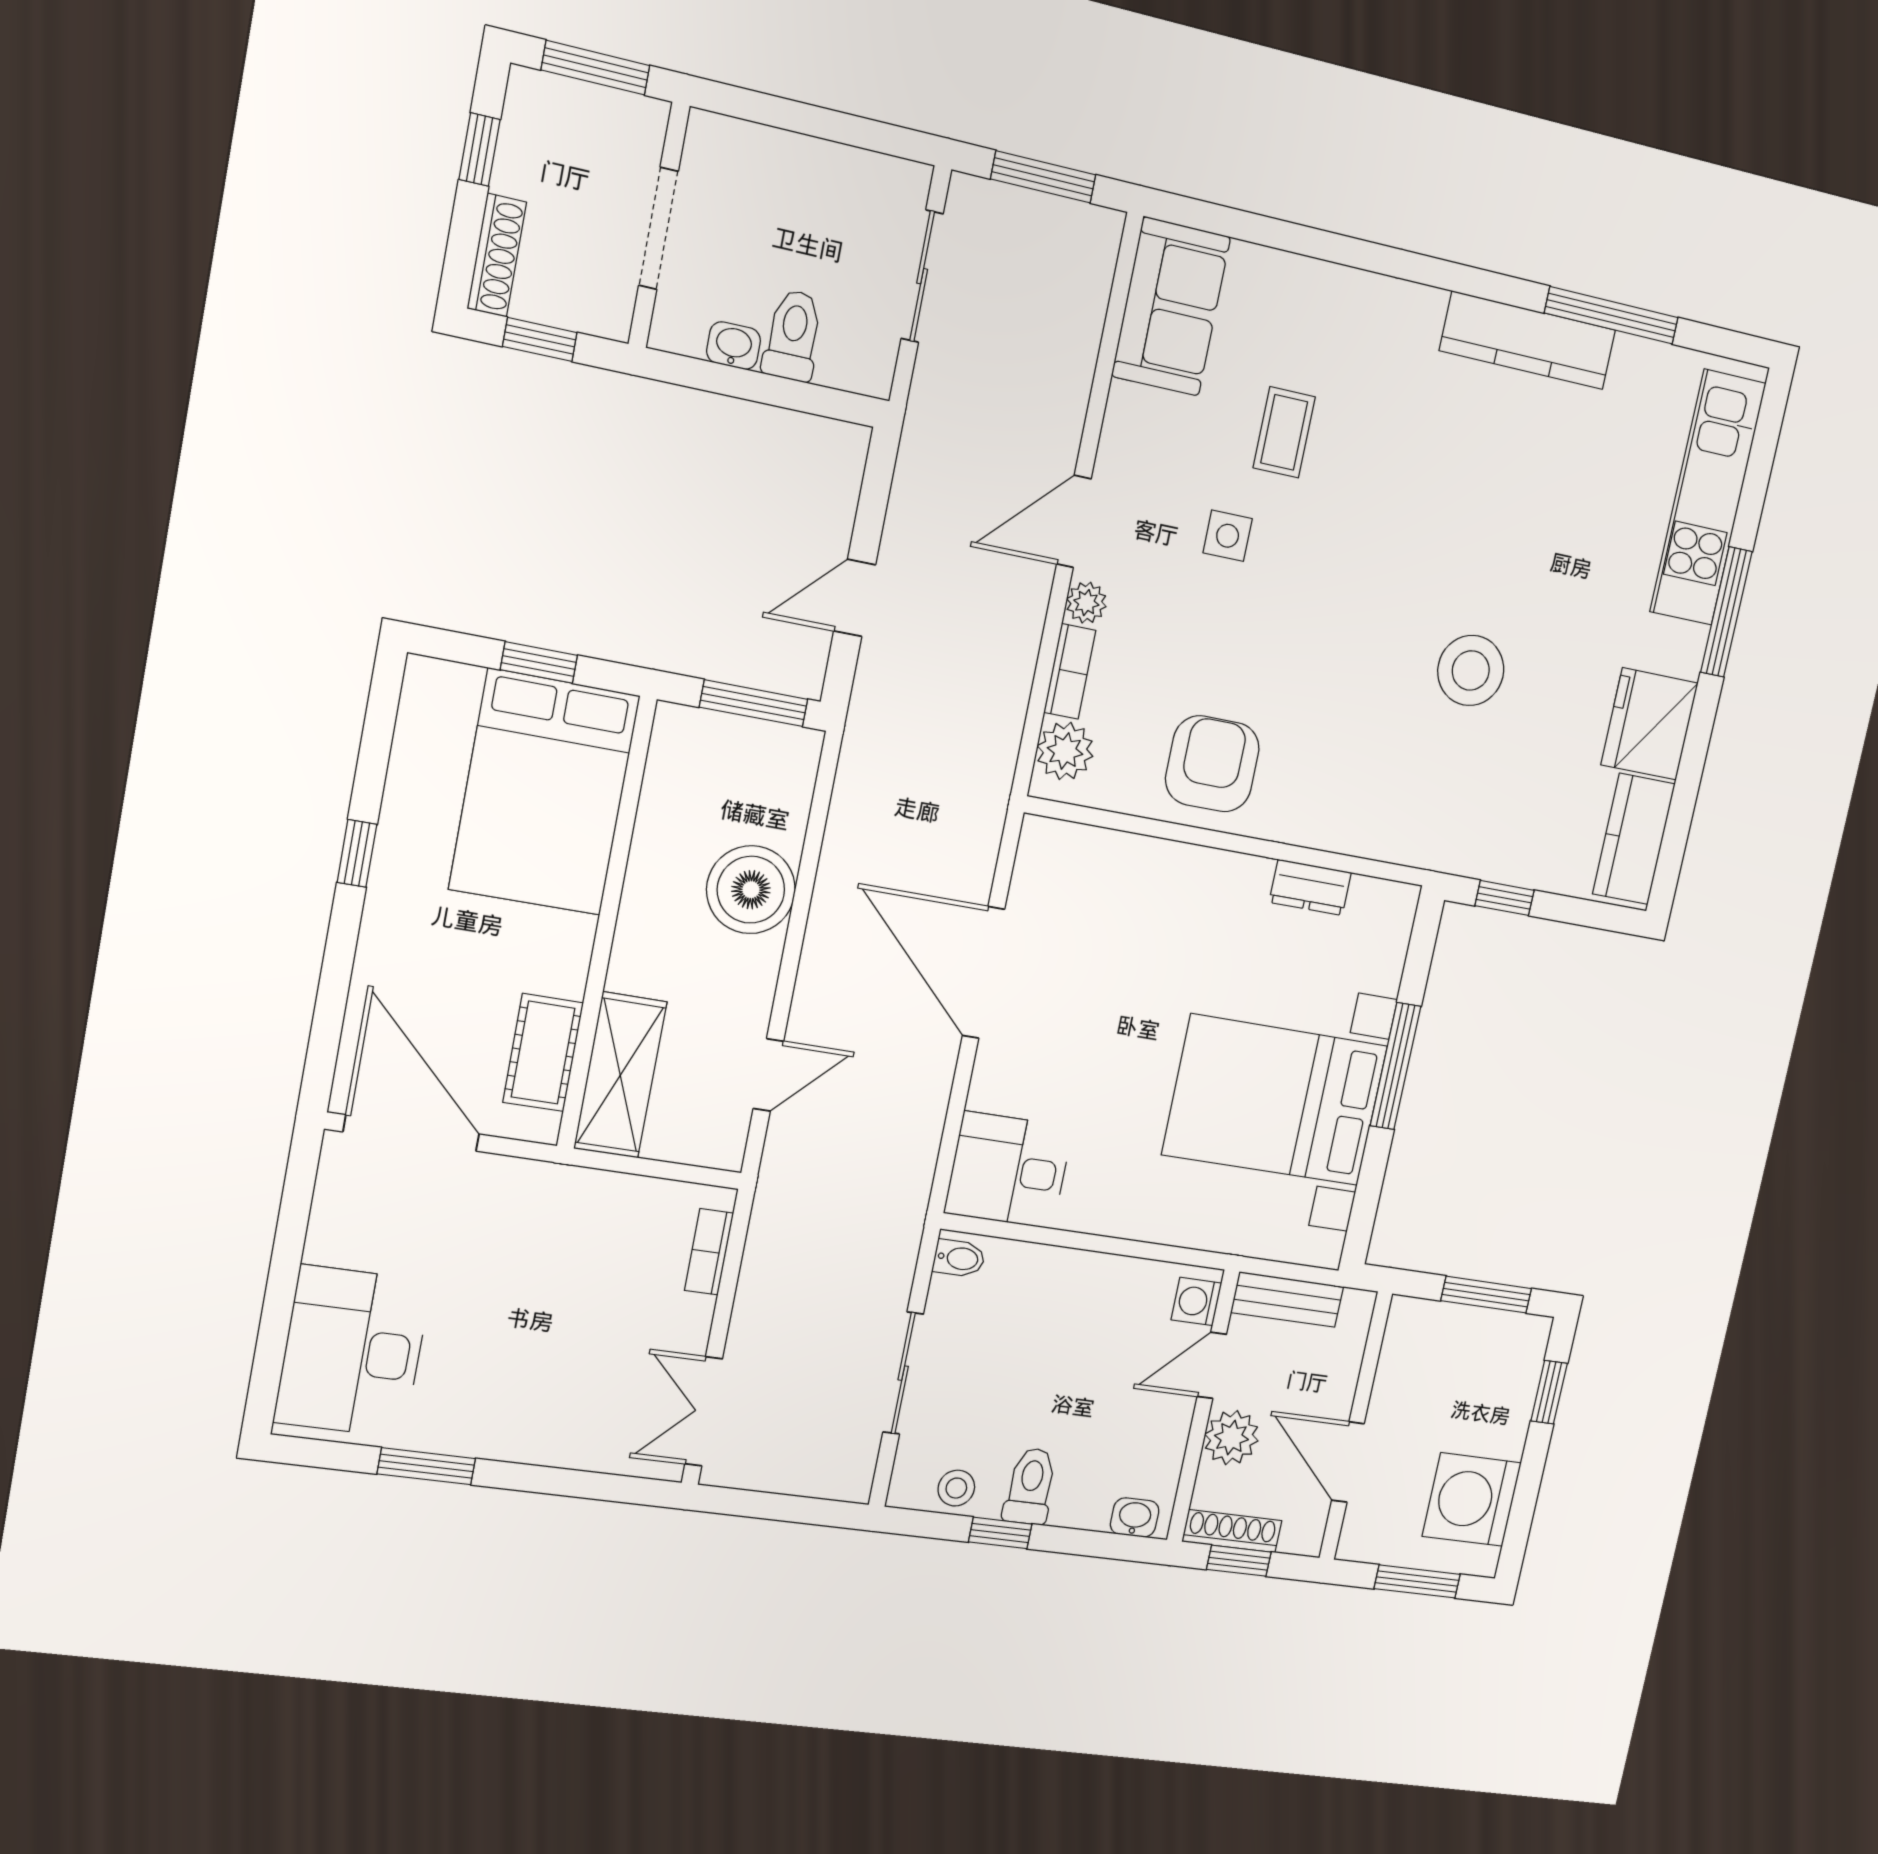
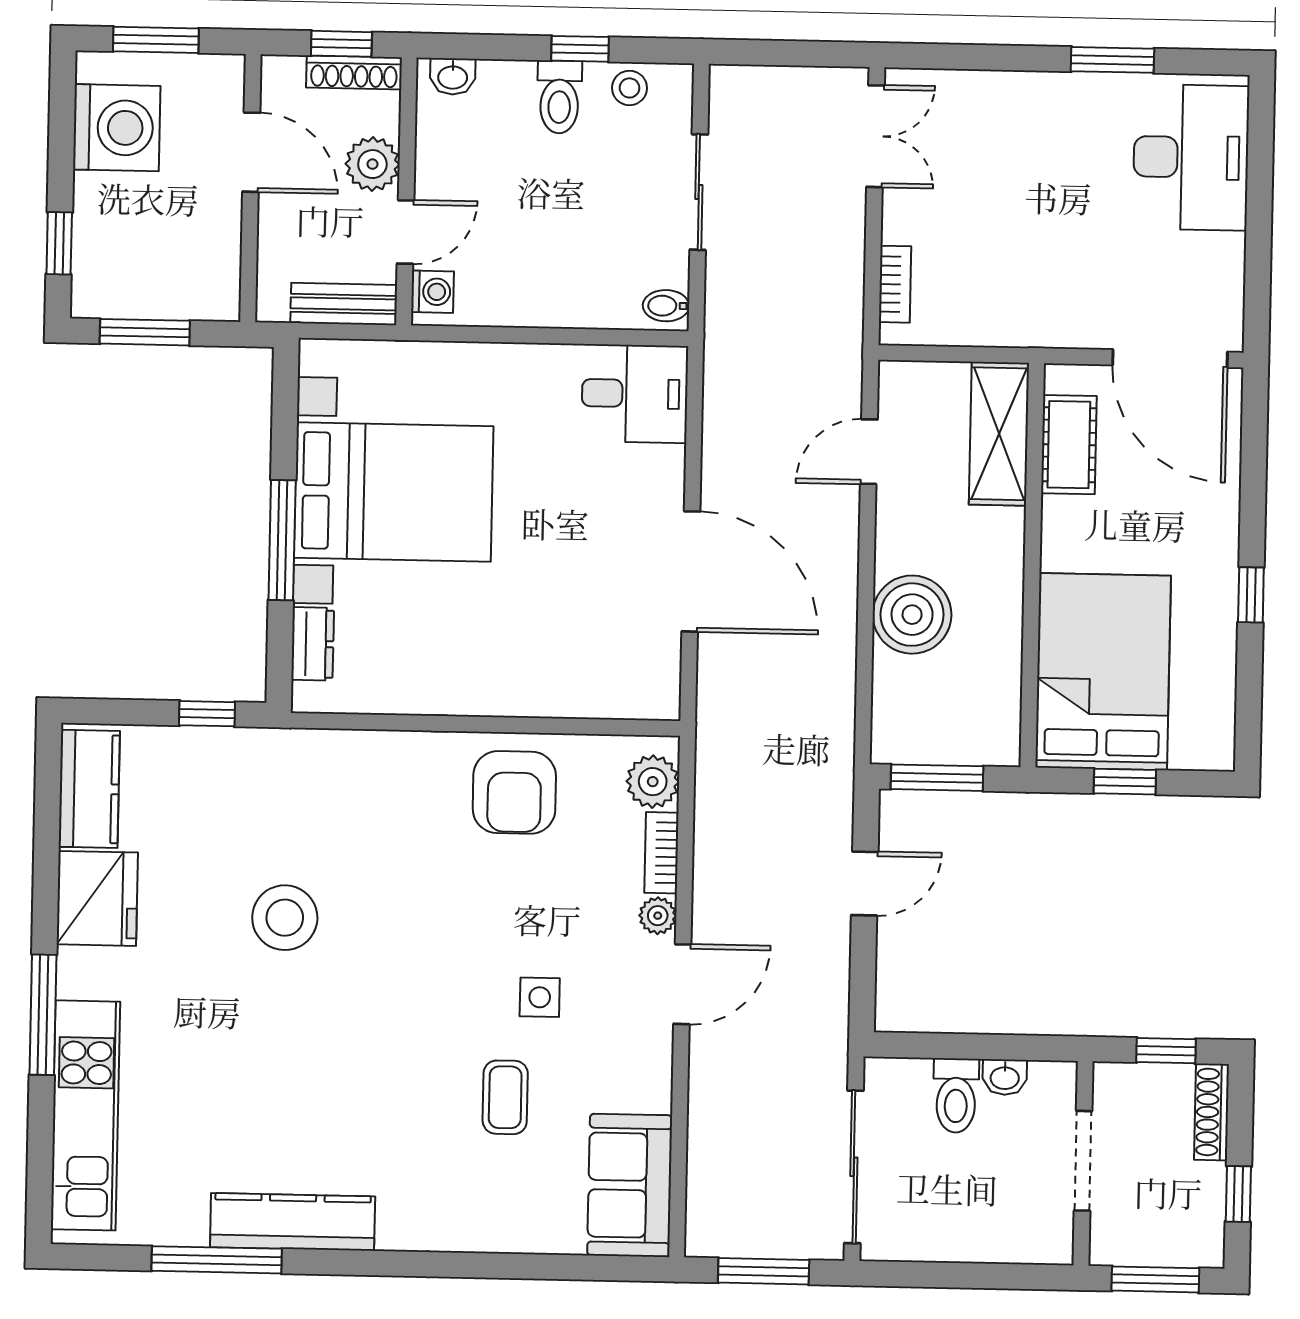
sliding door: (922, 276) -> (854, 1167), width x1.37
dresser: (1310, 887) -> (313, 644), moved, turned 90

